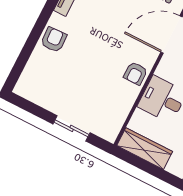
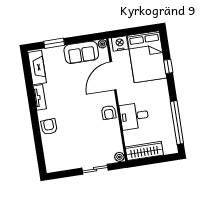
plant: (110, 134) -> (119, 157), added

